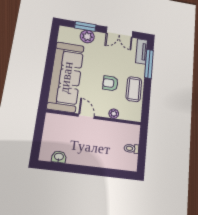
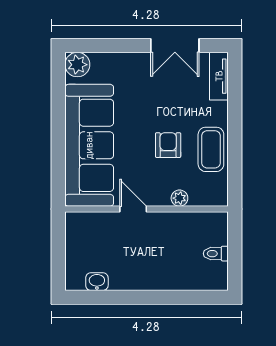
window: (85, 26) -> (111, 46), removed
plant: (87, 37) -> (77, 65), moved
window: (149, 64) -> (235, 98), removed
armchair: (110, 83) -> (168, 145), turned 90

